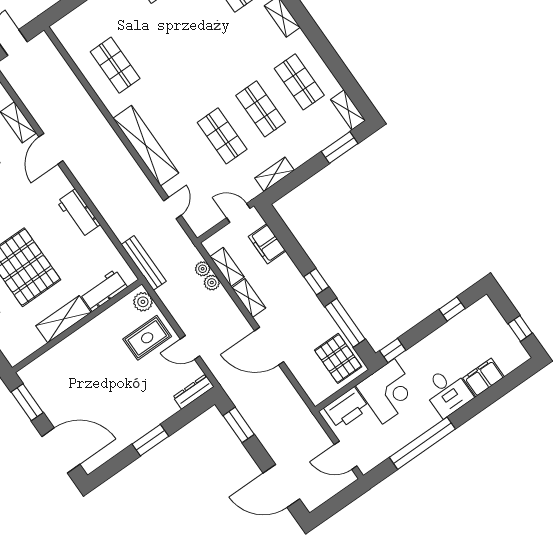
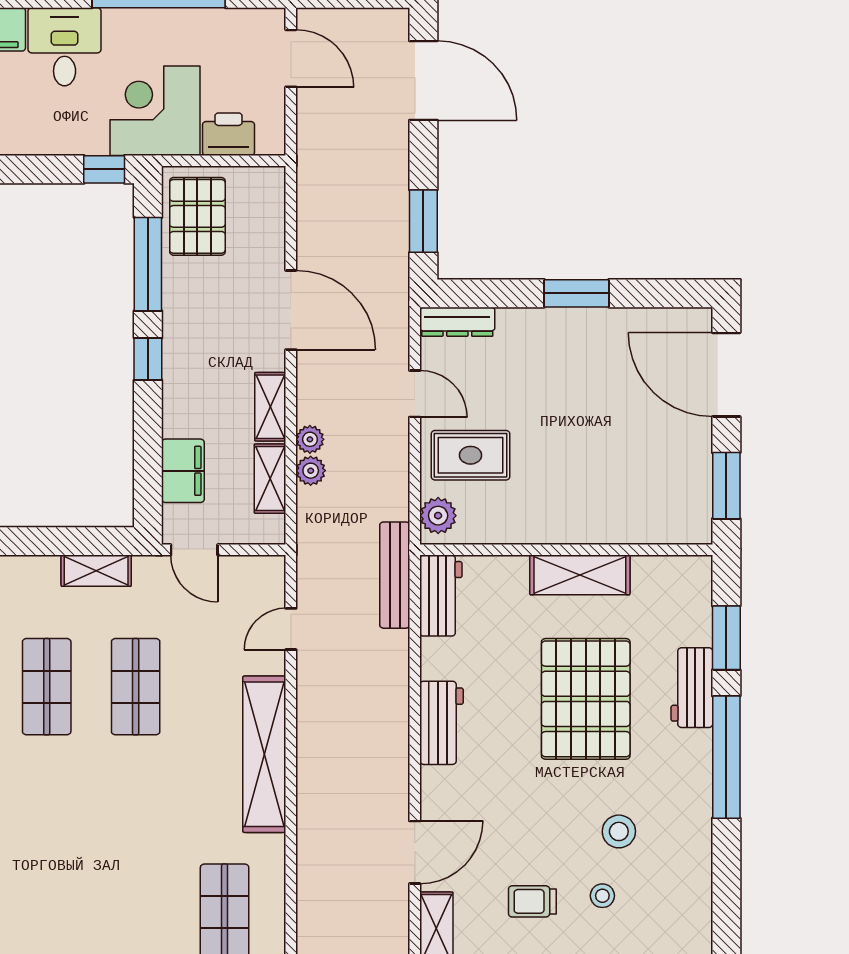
plant: (203, 269) -> (310, 439), moved
workbench: (104, 290) -> (441, 596), moved, turned -90
printer: (347, 408) -> (229, 134), width x0.73, depth x0.84

